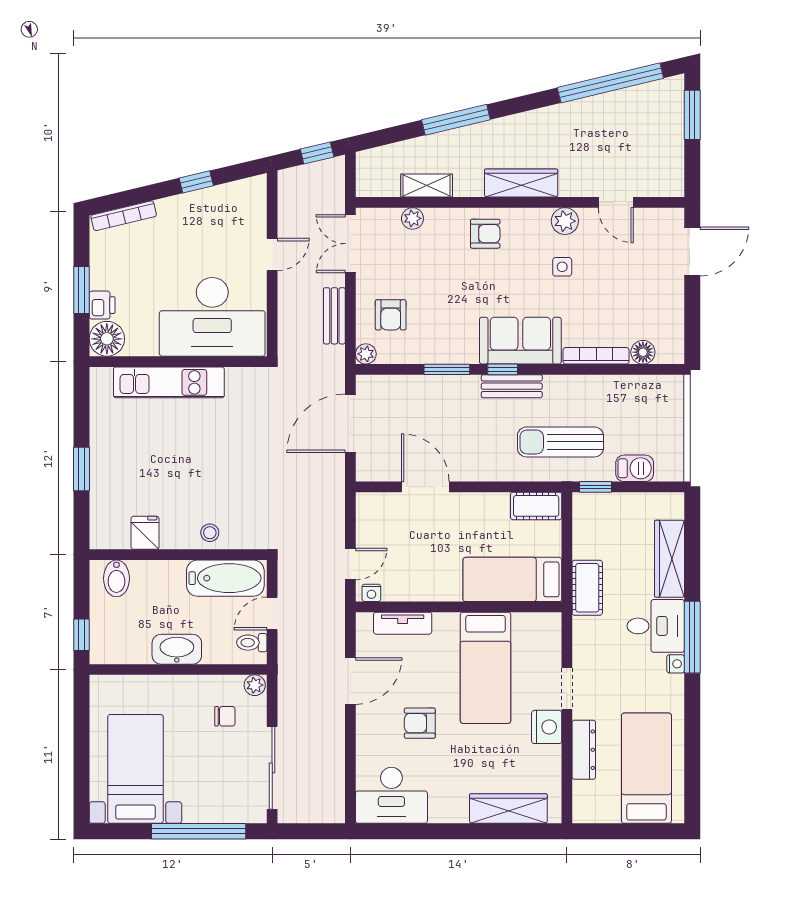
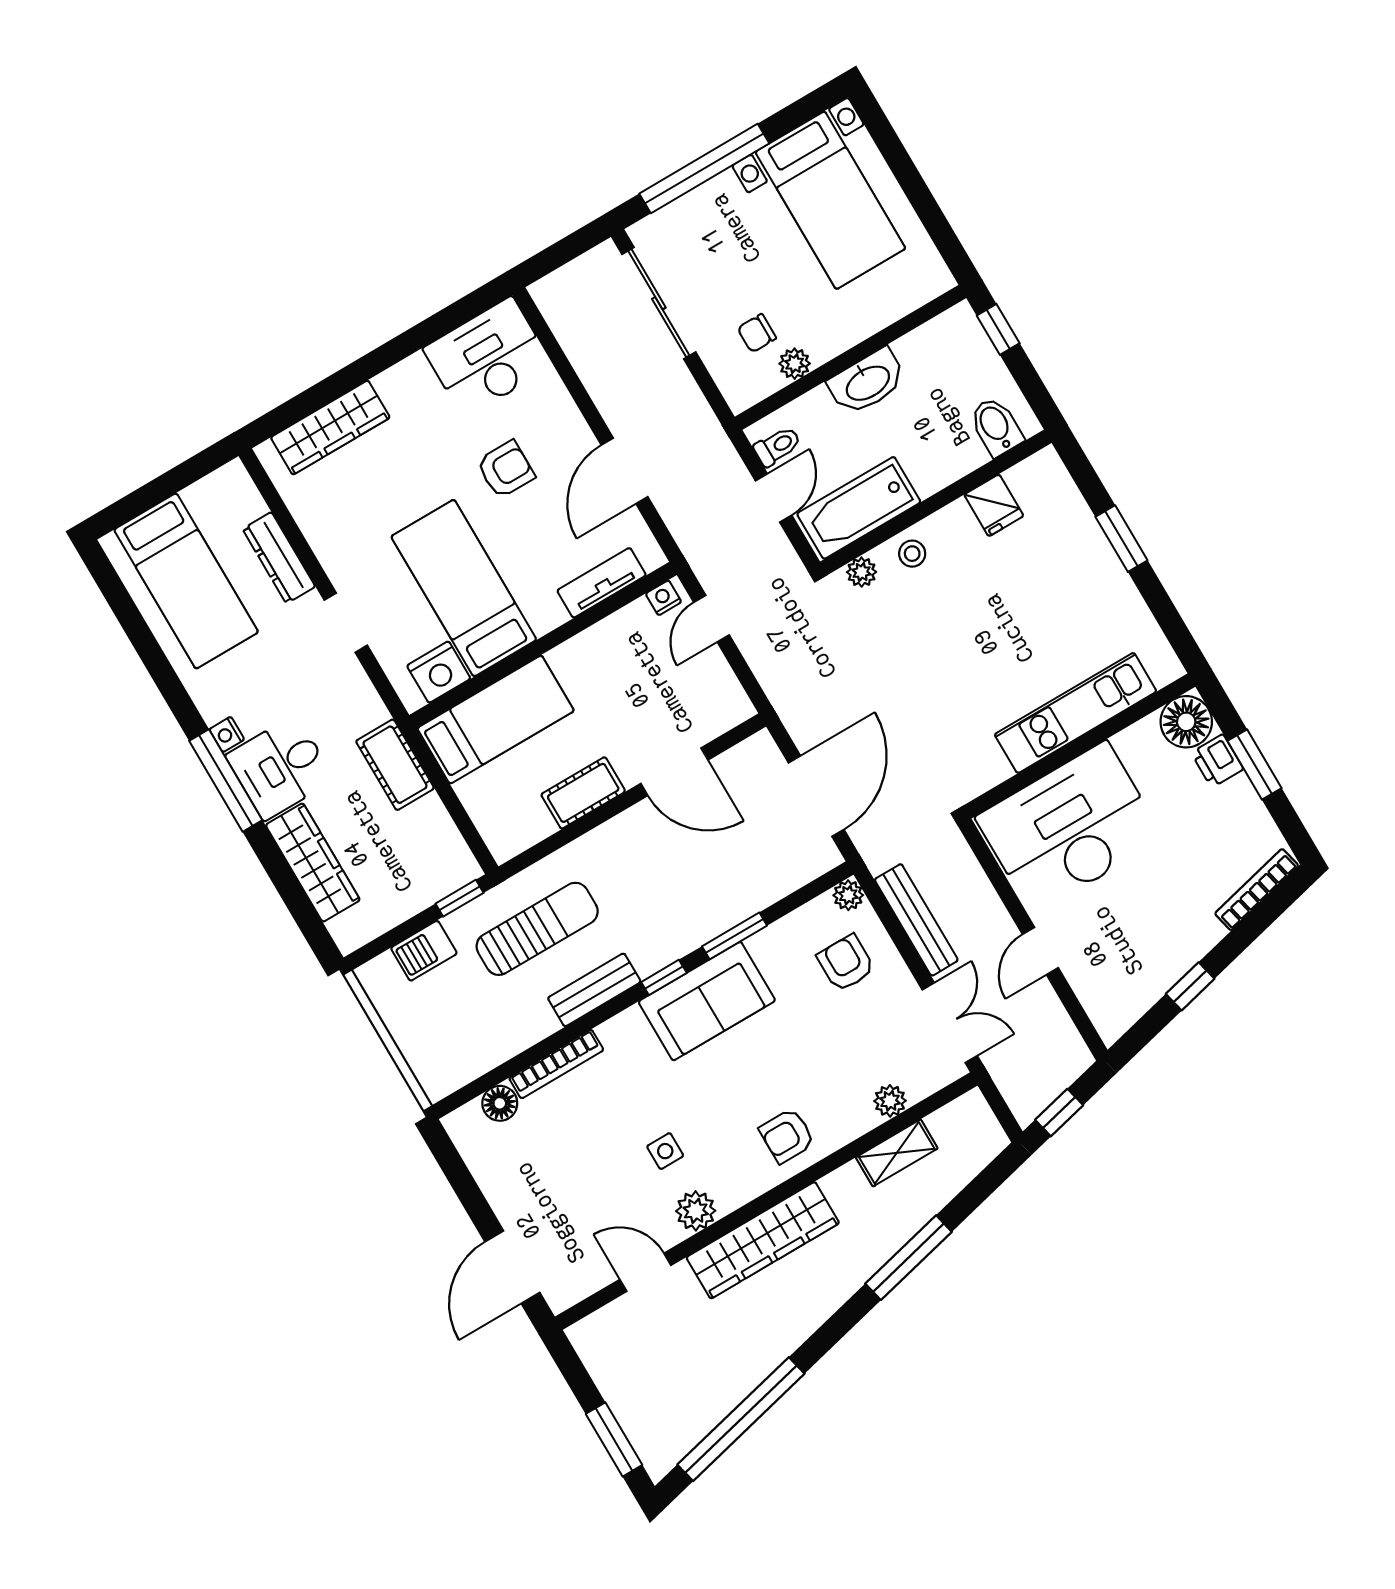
wardrobe: (521, 183) -> (763, 1240), width x1.40, depth x1.17
bench: (334, 316) -> (916, 920), width x1.36
sofa: (520, 341) -> (707, 1001), moved
bench: (512, 386) -> (594, 990), moved
cot: (536, 506) -> (583, 793), moved
plant: (246, 539) -> (862, 572), added
plant: (255, 685) -> (795, 364), moved
nightstand: (547, 727) -> (439, 672), moved, turned -90

